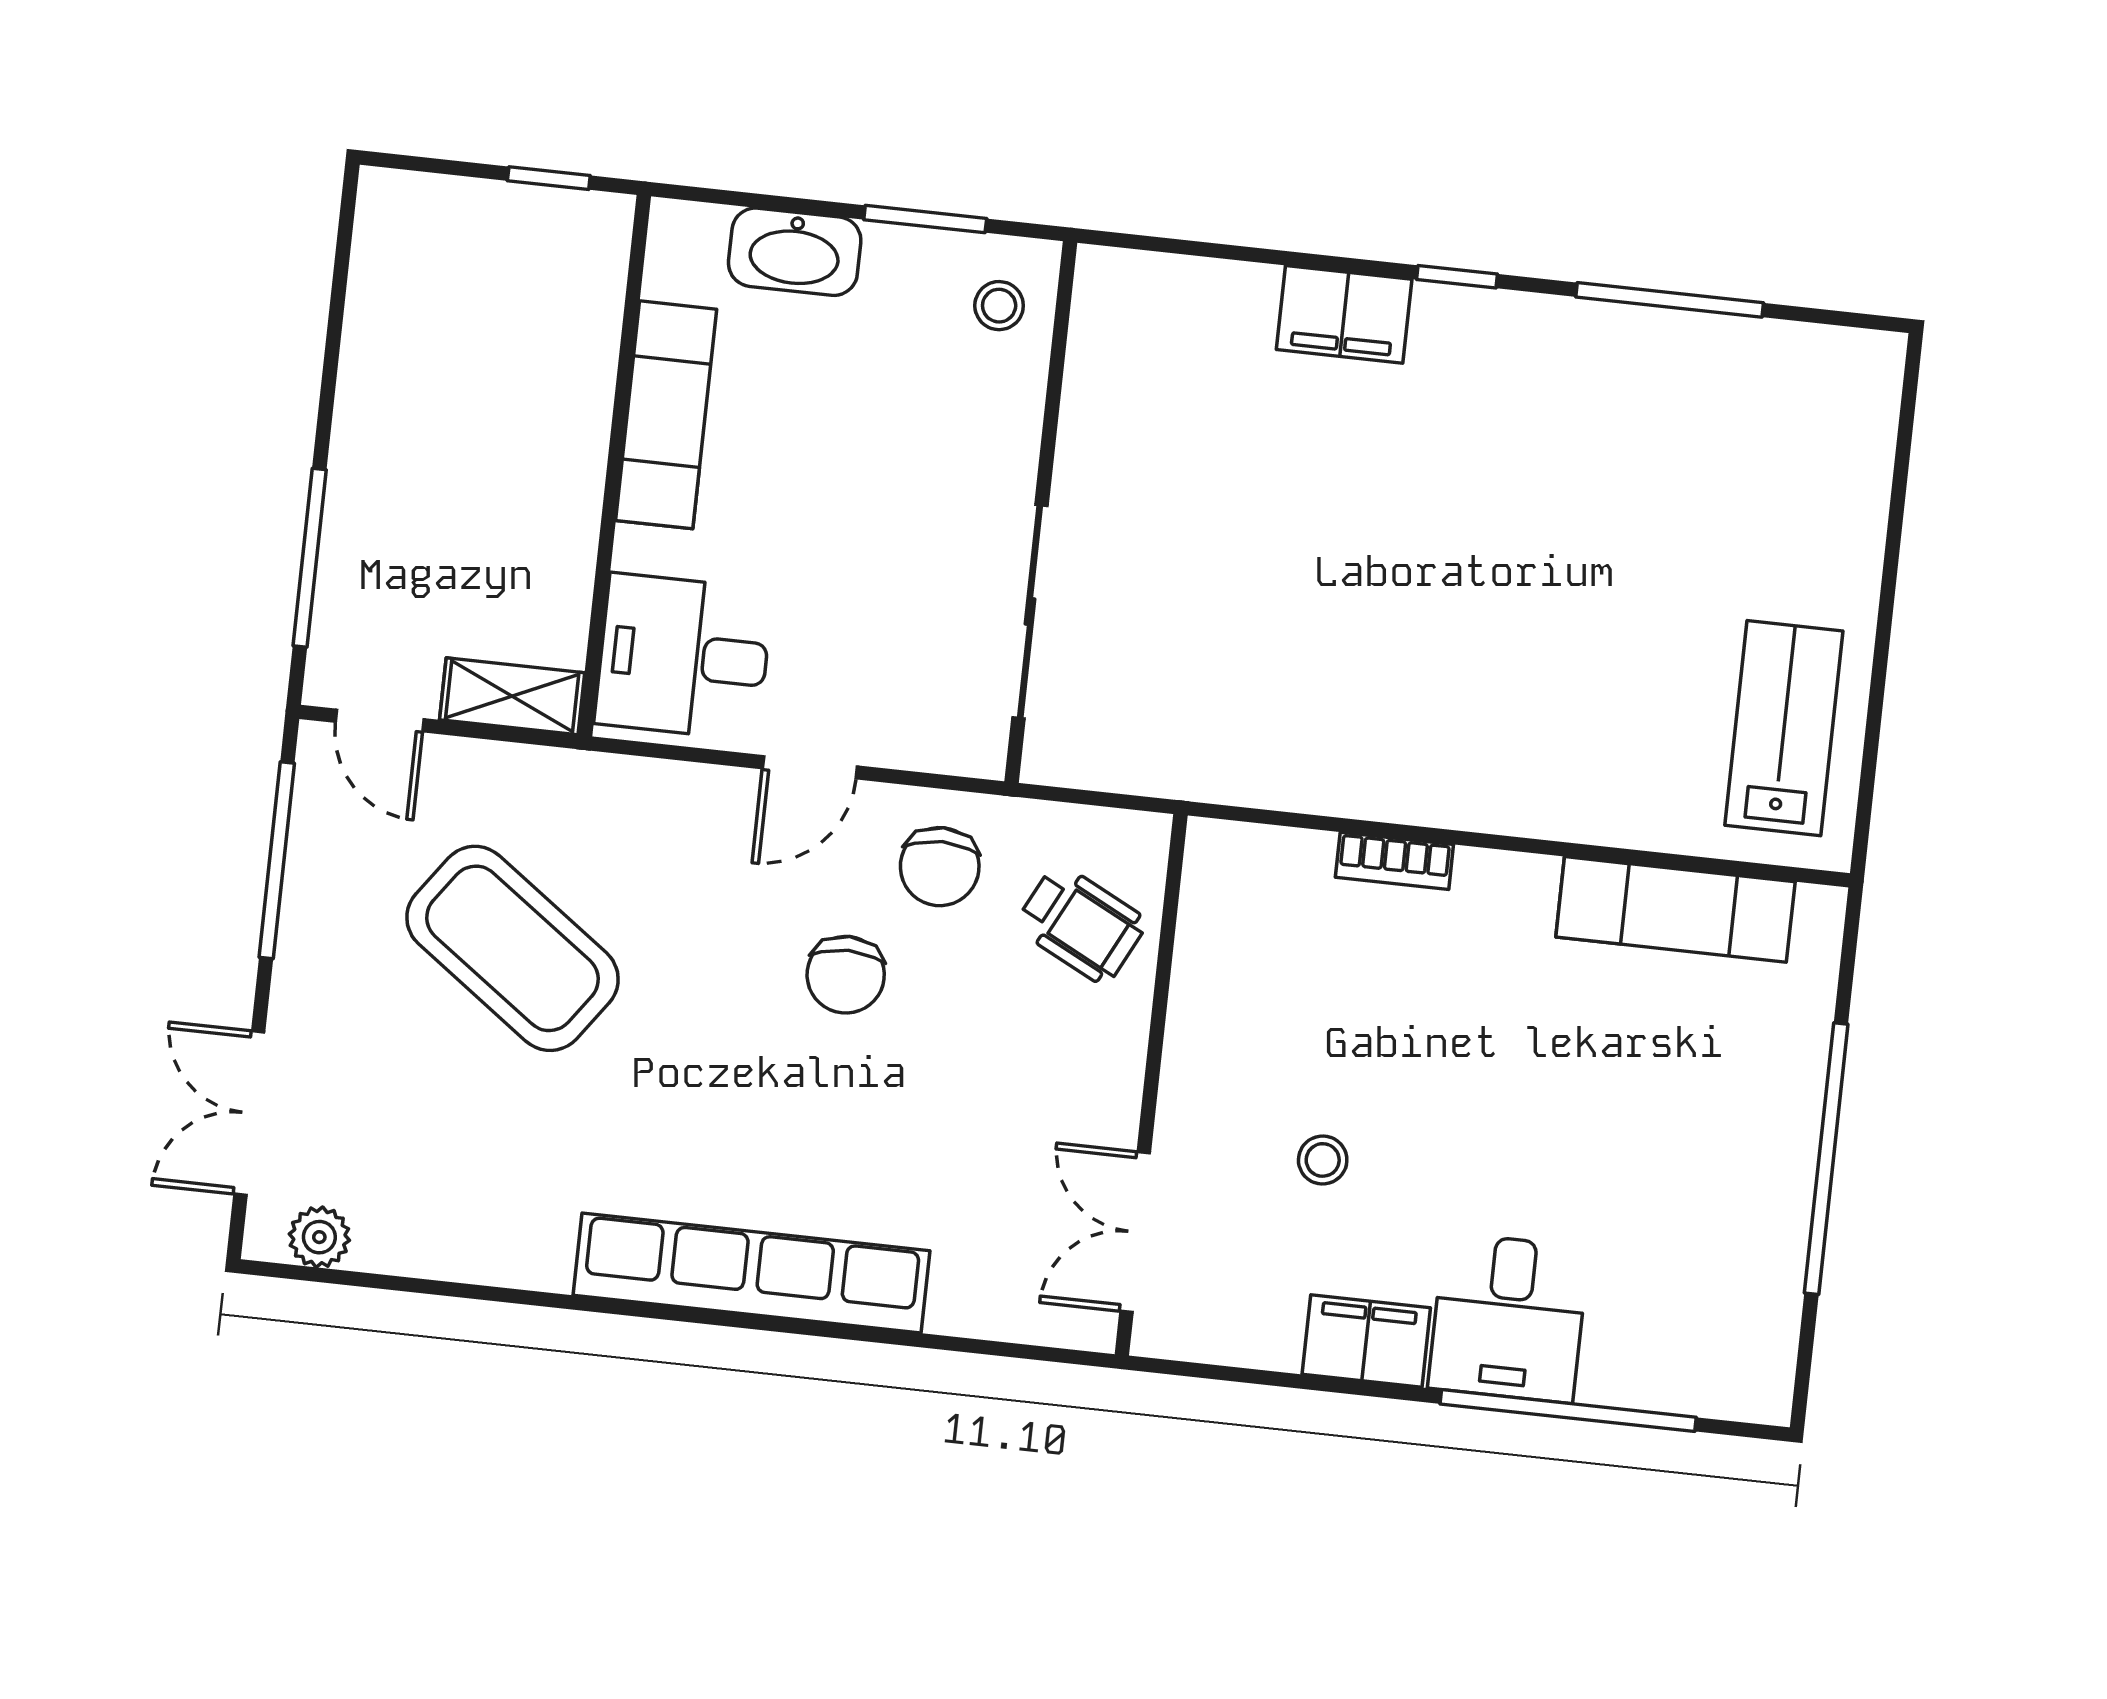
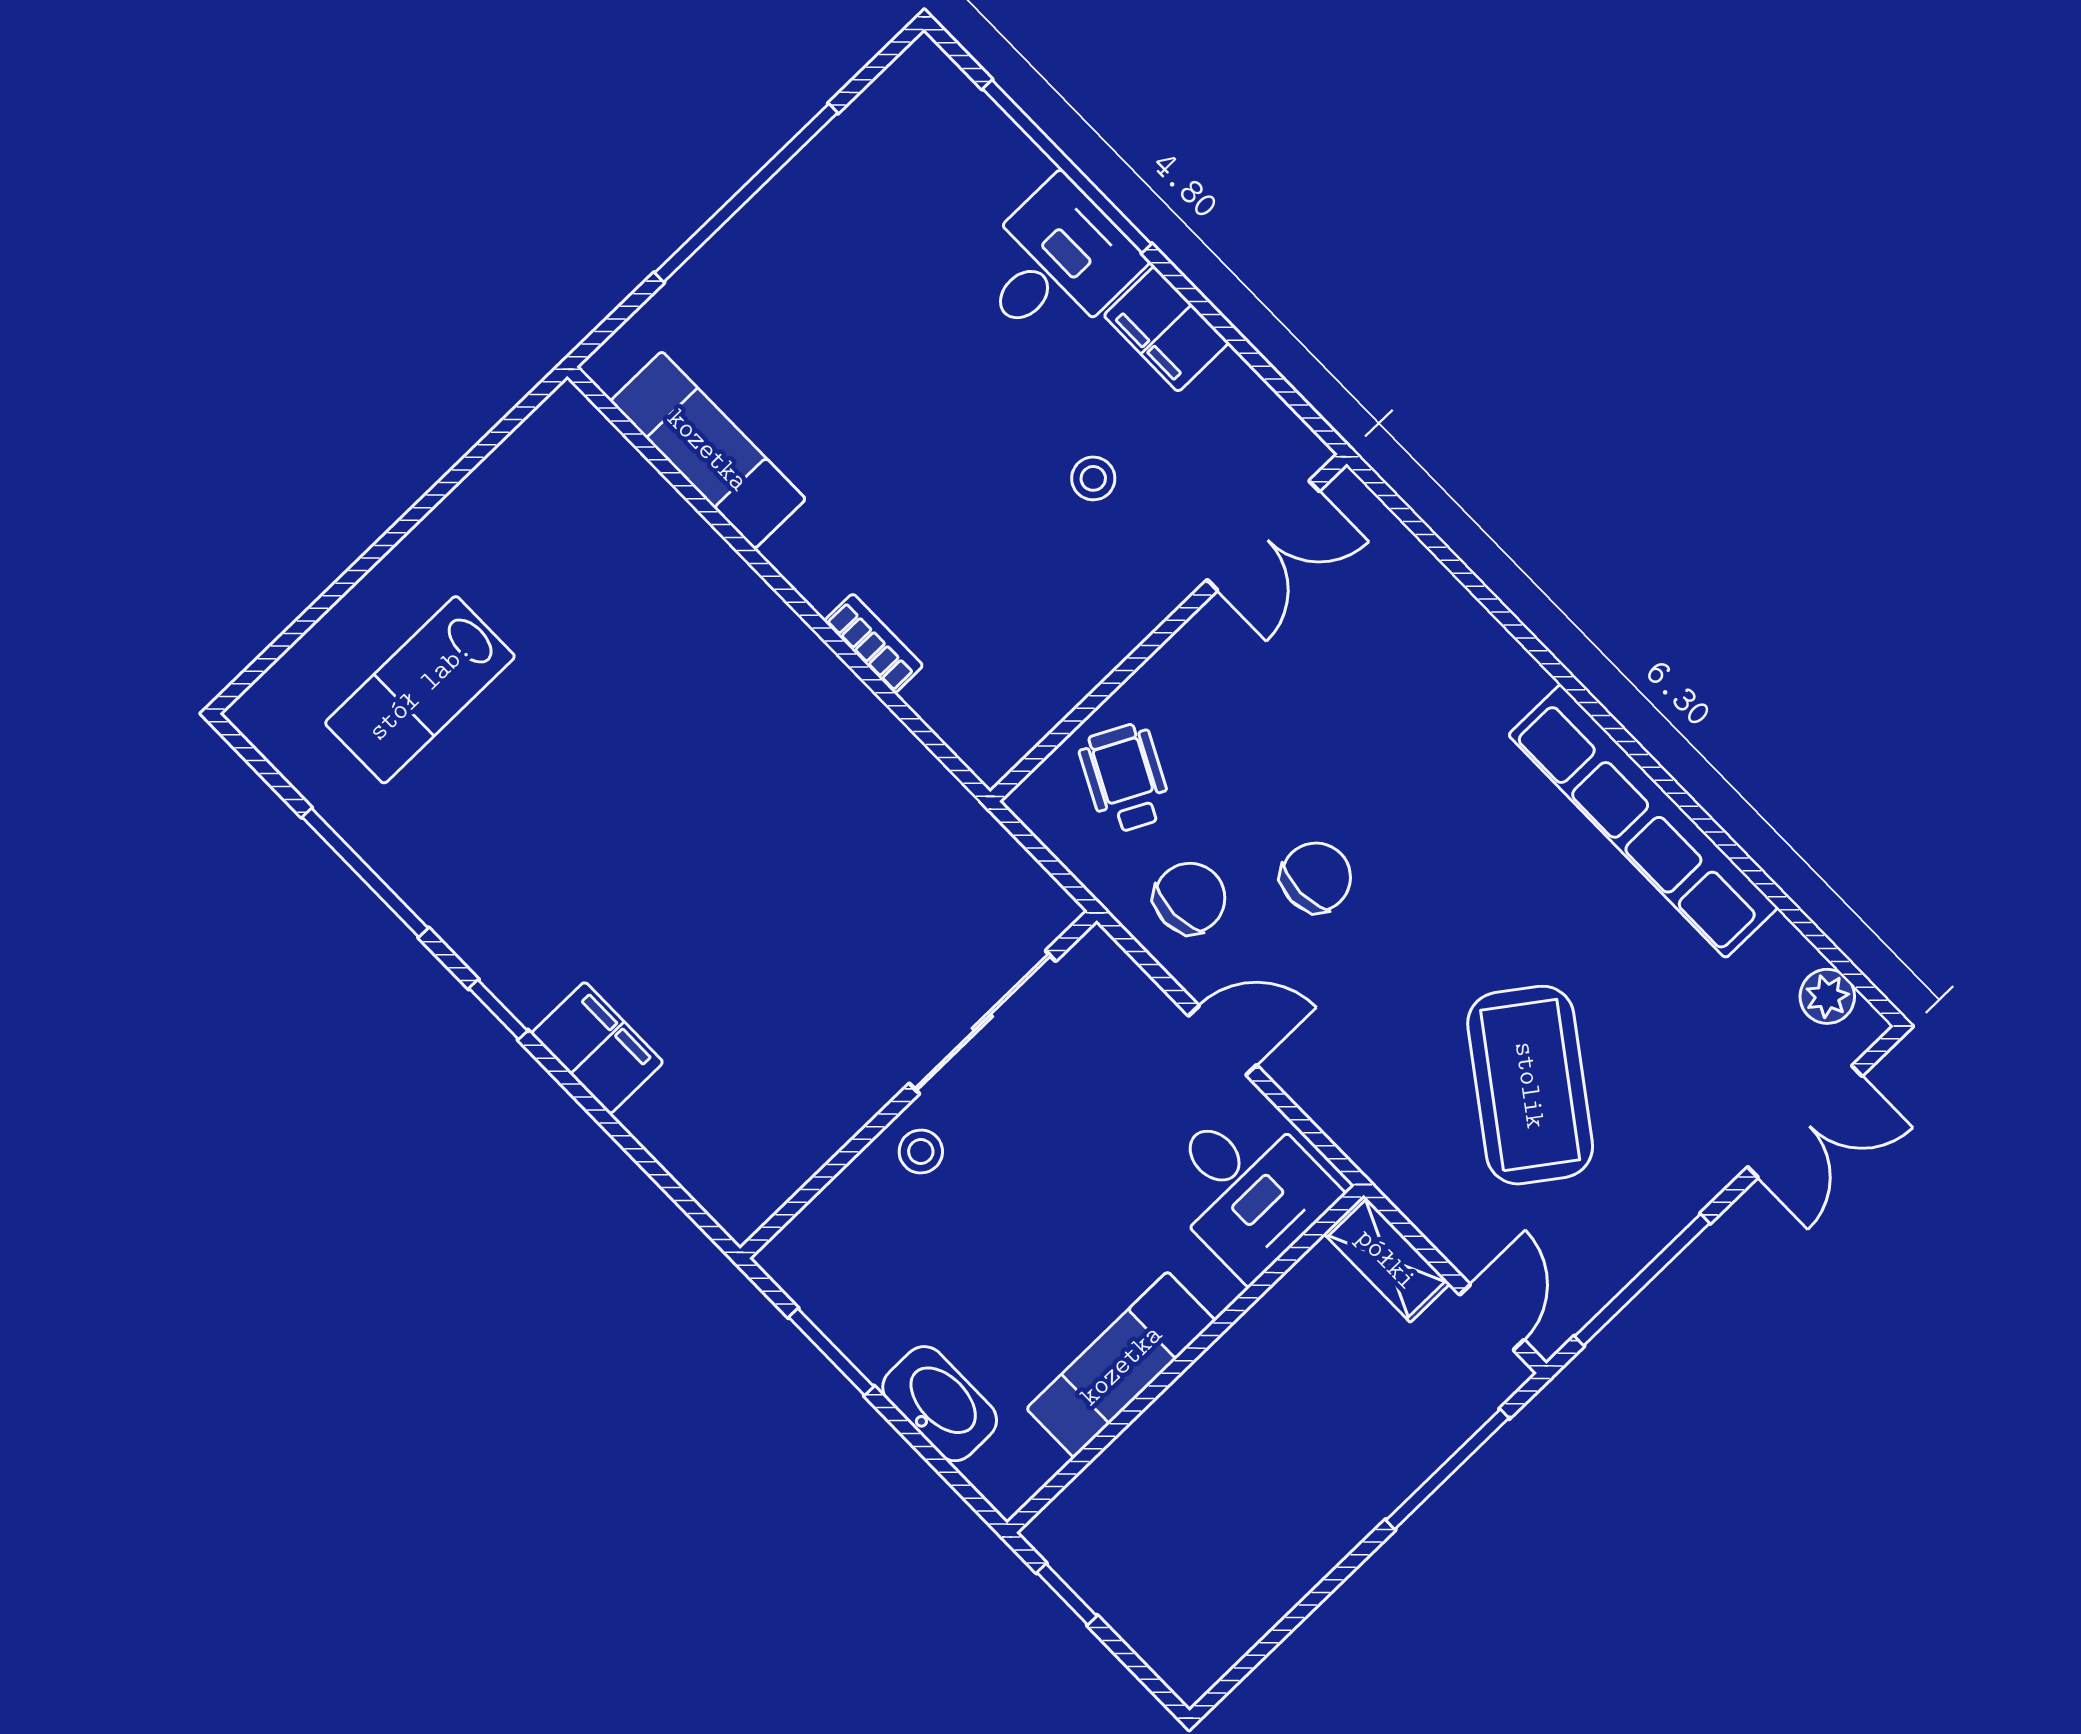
stool: (999, 306) -> (921, 1151), moved
lab bench: (1784, 728) -> (420, 690), moved
row of seats: (752, 1273) -> (1643, 821), moved

